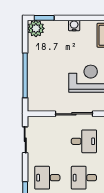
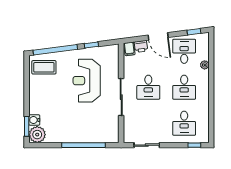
water cooler: (74, 25) -> (34, 120), moved
desk: (84, 141) -> (148, 87), turned 180

